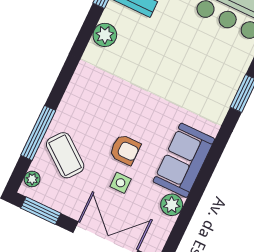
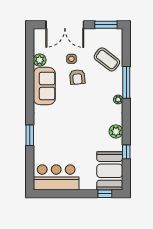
window: (38, 133) -> (126, 82), moved
armchair: (125, 150) -> (77, 77), turned -95
plant: (32, 179) -> (118, 99), moved

